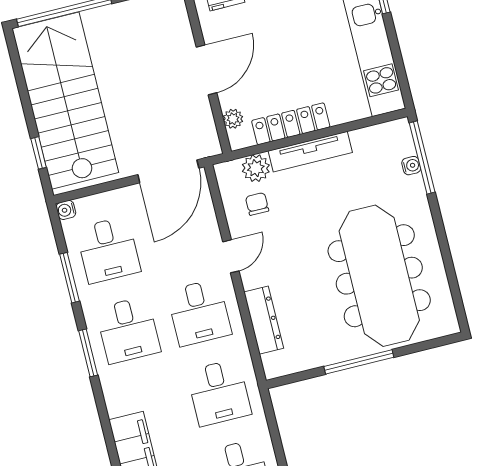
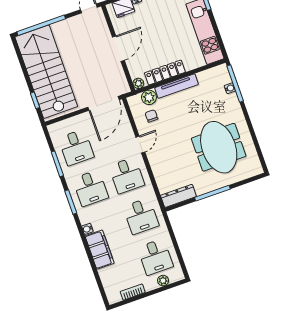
plant: (233, 119) -> (138, 83), moved
water cooler: (66, 210) -> (87, 229), moved
meeting table: (379, 276) -> (219, 147), width x0.73
dresser: (264, 320) -> (178, 196), moved, turned -90

